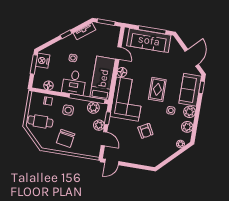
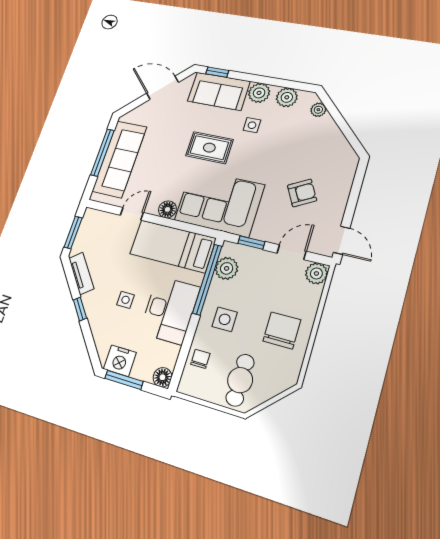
desk: (74, 82) -> (170, 310), width x1.37
floor lamp: (48, 85) -> (162, 377), moved
plant: (99, 125) -> (316, 273), moved
armchair: (145, 131) -> (302, 193), moved
chair: (66, 138) -> (282, 330), turned -99

